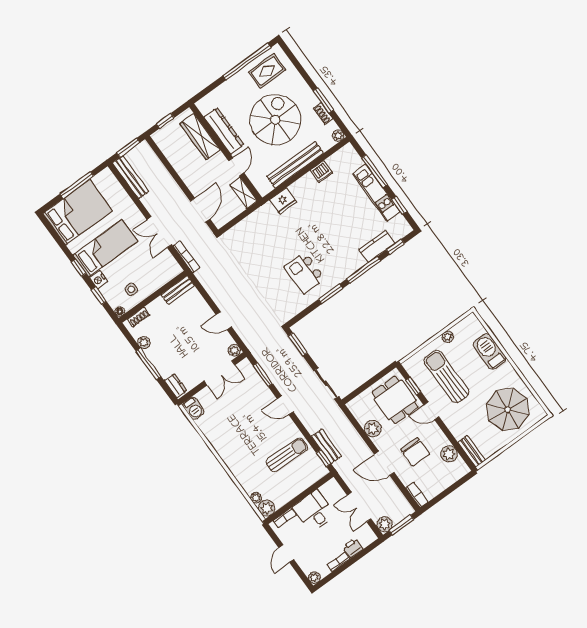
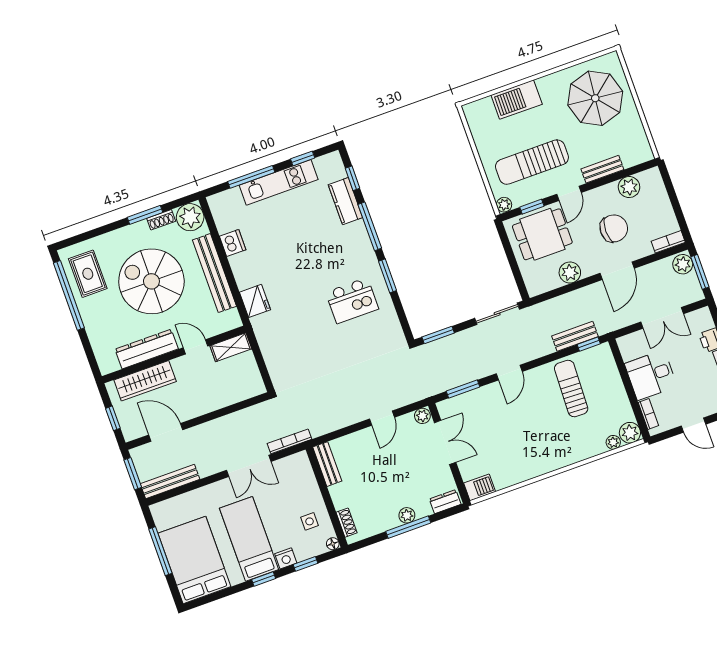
plant: (338, 136) -> (190, 217), width x1.87, depth x1.87
door: (200, 210) -> (166, 432), moved
plant: (448, 337) -> (504, 205), moved
plant: (144, 343) -> (407, 515), moved
bench: (472, 451) -> (602, 169), moved
plant: (385, 524) -> (683, 264), moved

